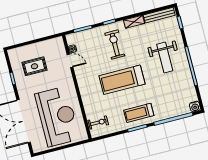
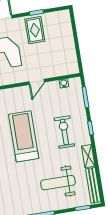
exercise bike: (115, 44) -> (64, 132), turned -90
weight bench: (165, 58) -> (58, 183), moved
door: (70, 61) -> (37, 82), moved
rug: (35, 66) -> (35, 30), moved

